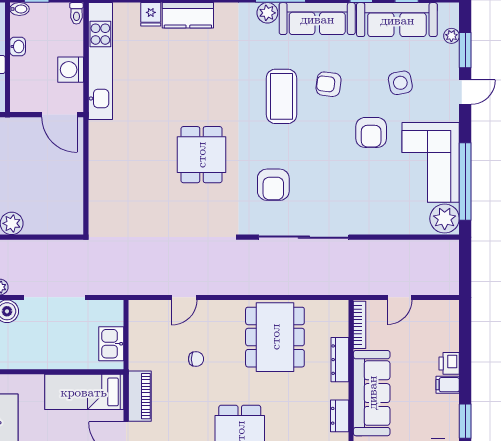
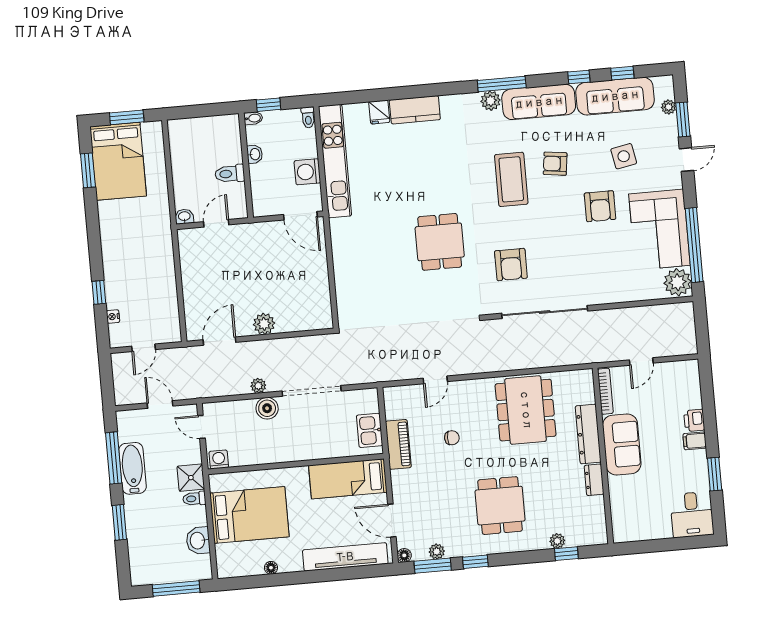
dresser: (340, 360) -> (588, 434), width x1.37, depth x1.24
sofa: (372, 393) -> (622, 444), width x0.73
piano: (140, 396) -> (398, 444), moved

